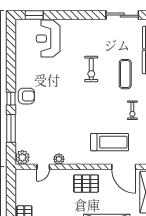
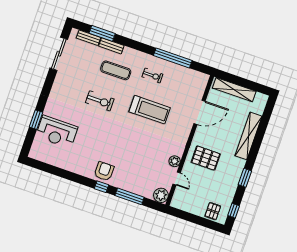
window: (34, 15) -> (36, 120), moved
treadmill: (110, 142) -> (150, 110), moved, turned 90
door: (124, 167) -> (200, 112), moved
pallet: (86, 184) -> (206, 158), moved, turned 90

